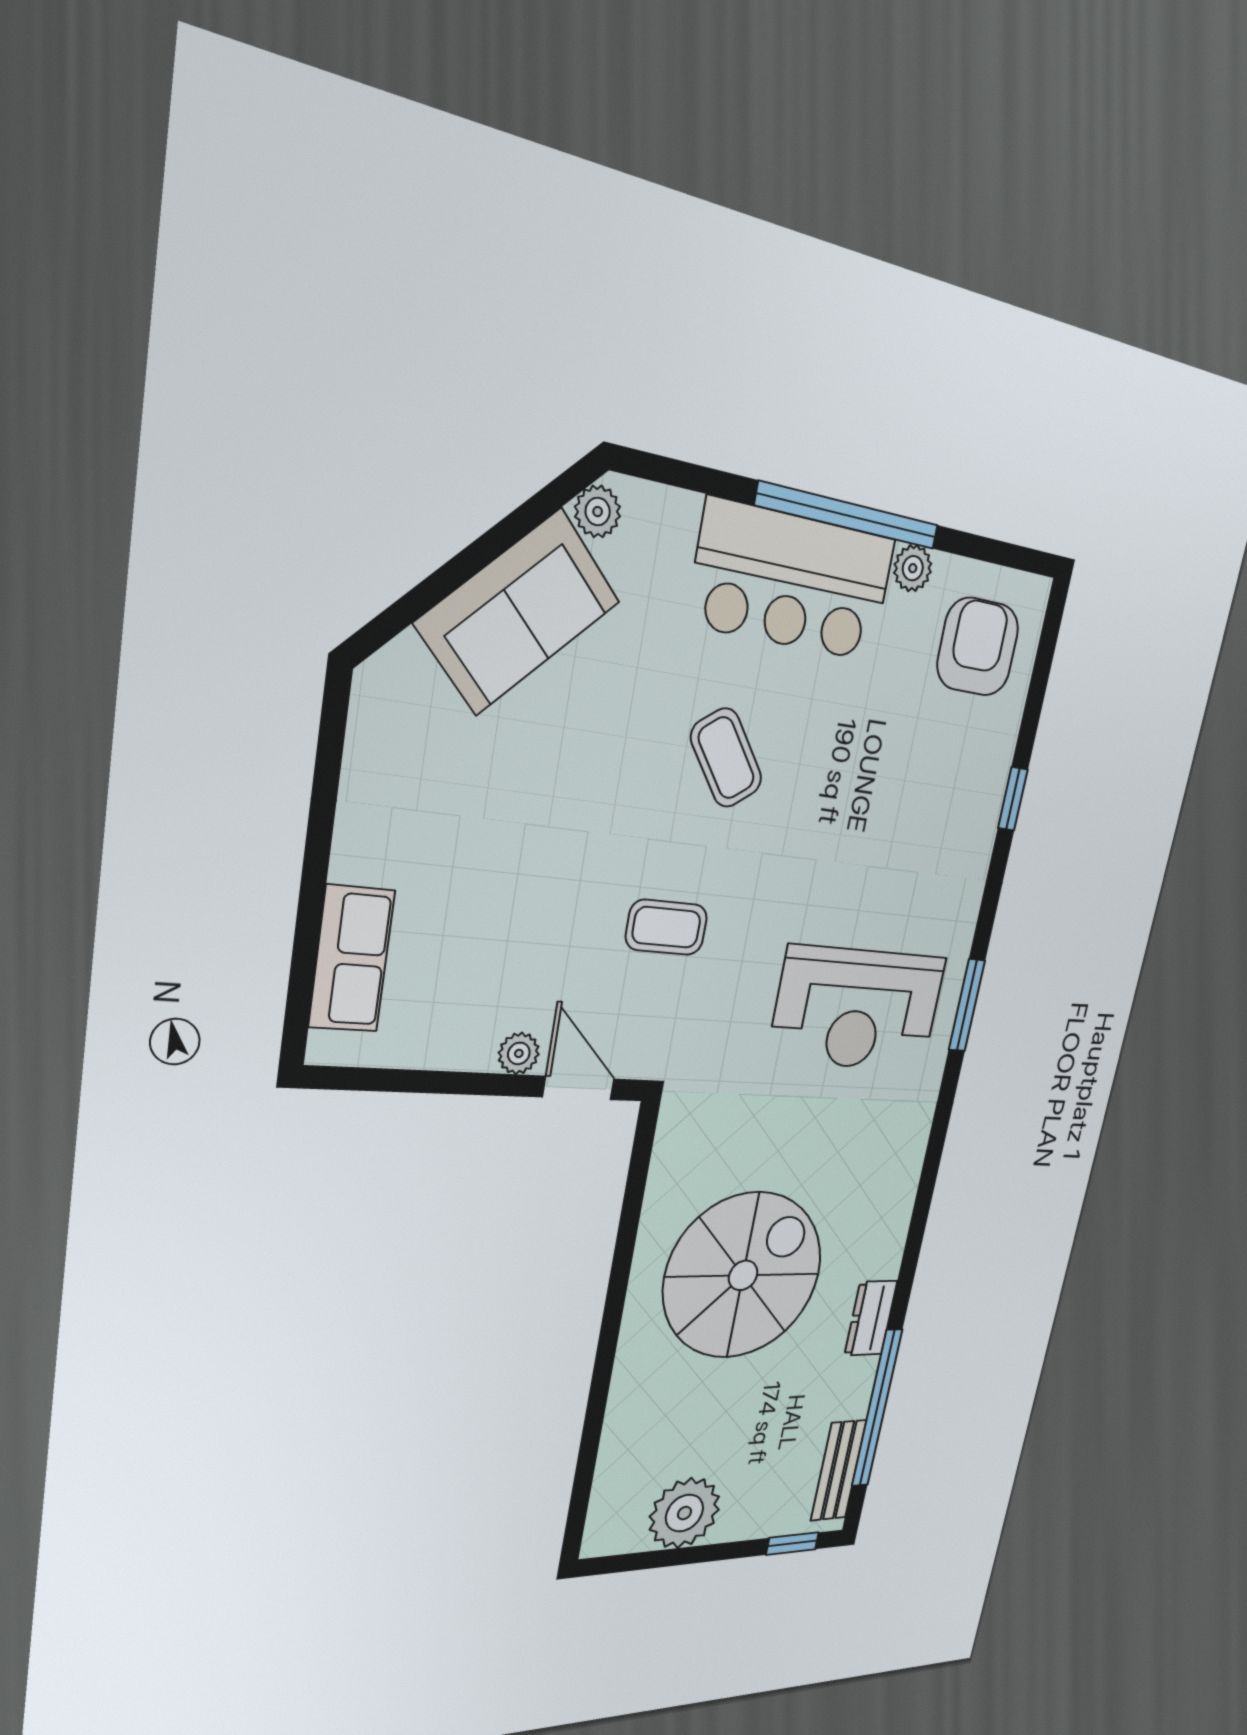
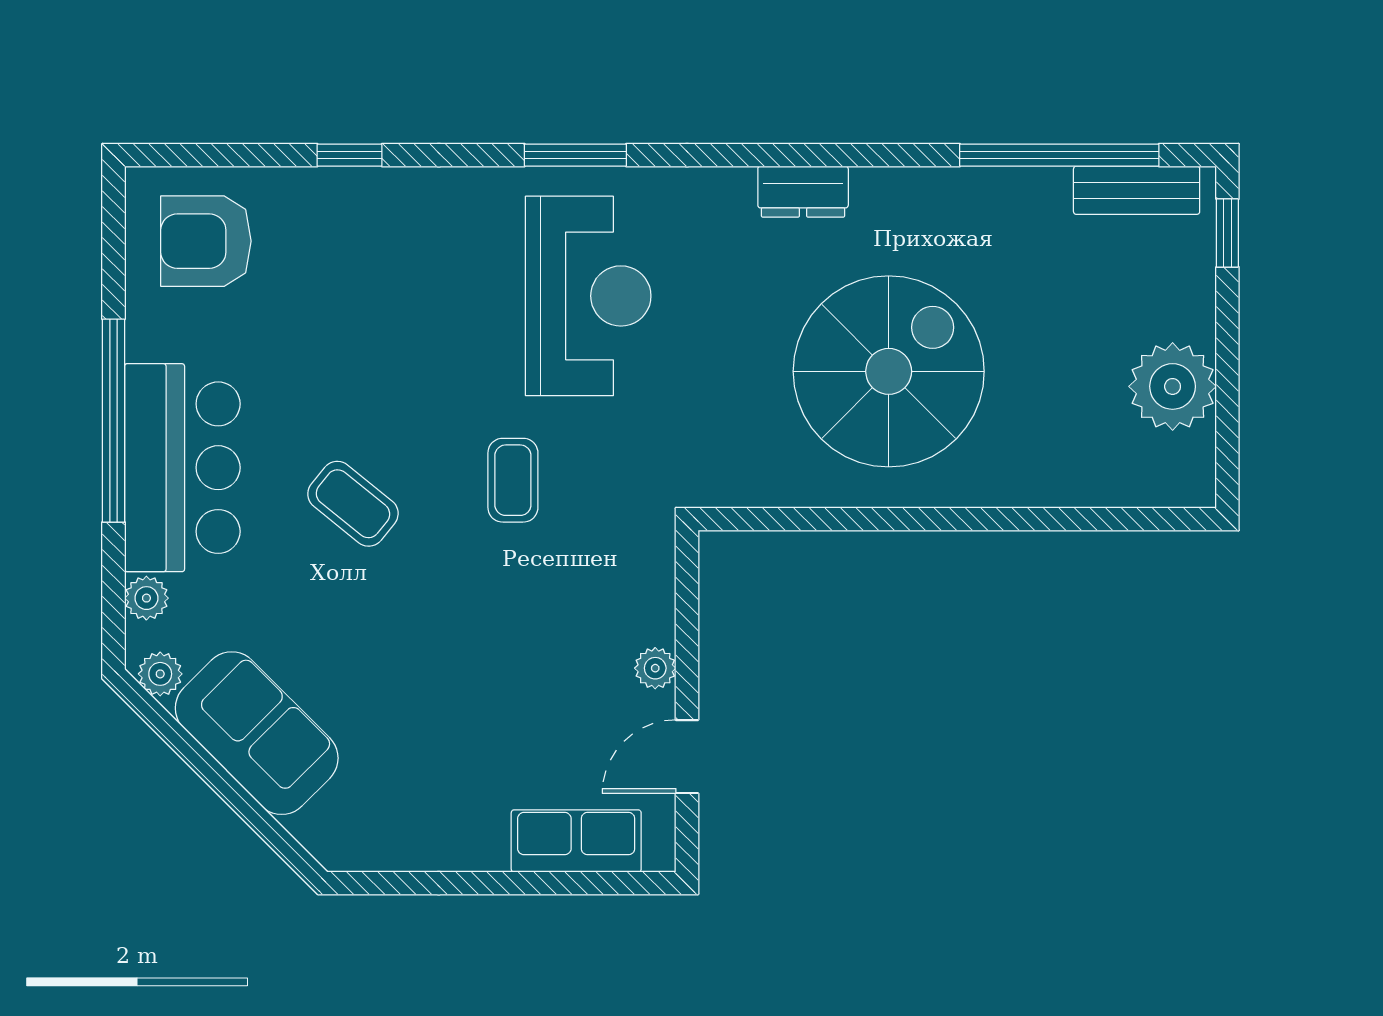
plant: (913, 568) -> (146, 598), moved
coffee table: (726, 758) -> (353, 504), turned 75
coffee table: (666, 927) -> (513, 480), moved
door: (579, 1088) -> (687, 757), moved
spiral stairs: (743, 1275) -> (889, 371), turned 90
dresser: (871, 1318) -> (803, 192), moved

